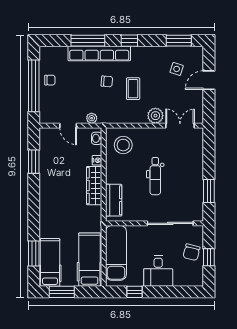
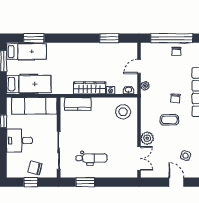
dental chair: (155, 176) -> (91, 158), moved, turned 180

